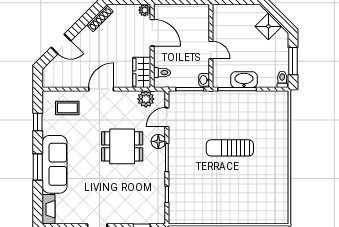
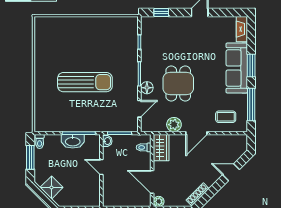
plant: (146, 99) -> (174, 125), moved
window: (38, 122) -> (251, 105), width x2.17
dining table: (122, 146) -> (178, 84), turned 90
sun lounger: (230, 148) -> (85, 82), width x1.36, depth x1.34

